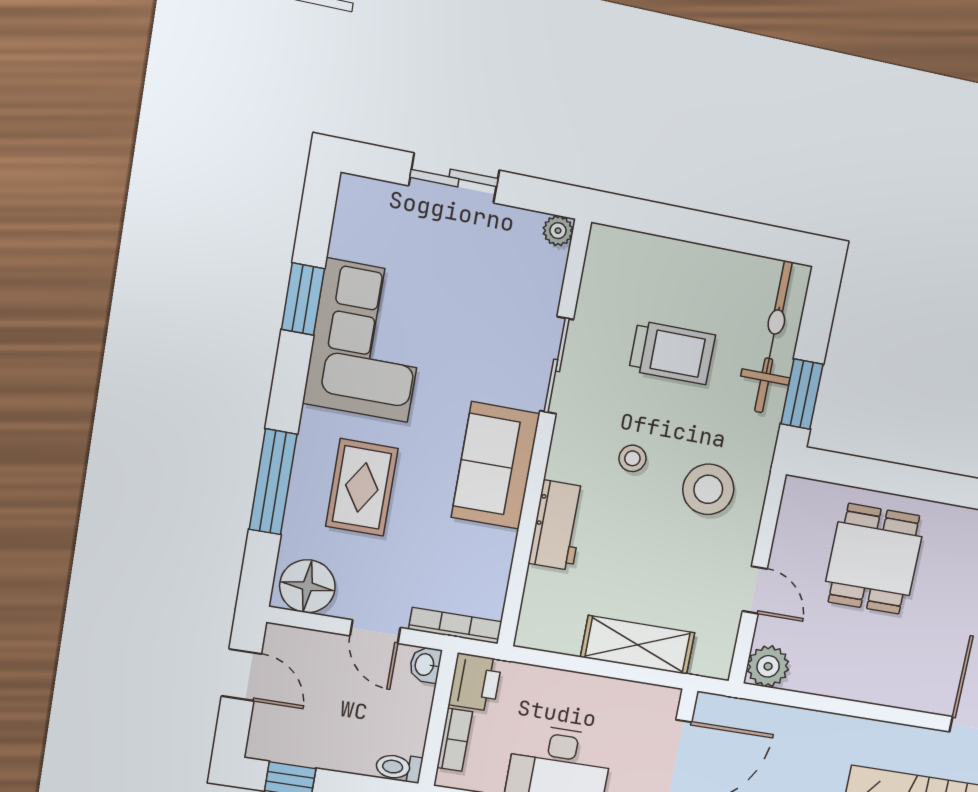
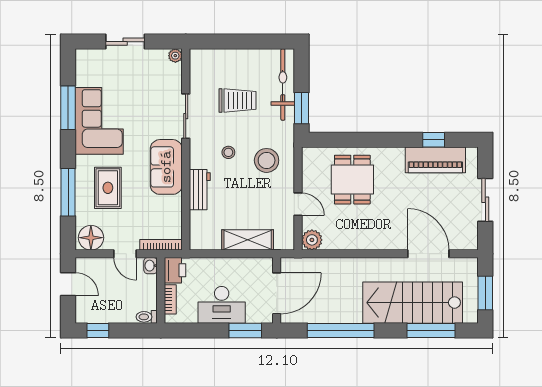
window: (303, 299) -> (68, 108), width x1.44

